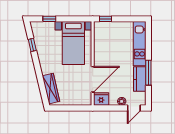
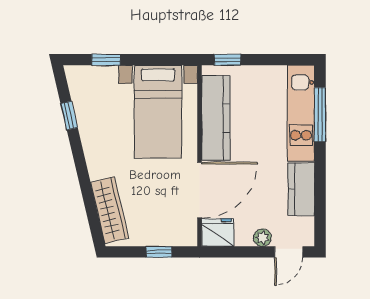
kitchen counter: (100, 46) -> (216, 118), added
window: (148, 73) -> (320, 115), moved
window: (74, 108) -> (159, 252), added

